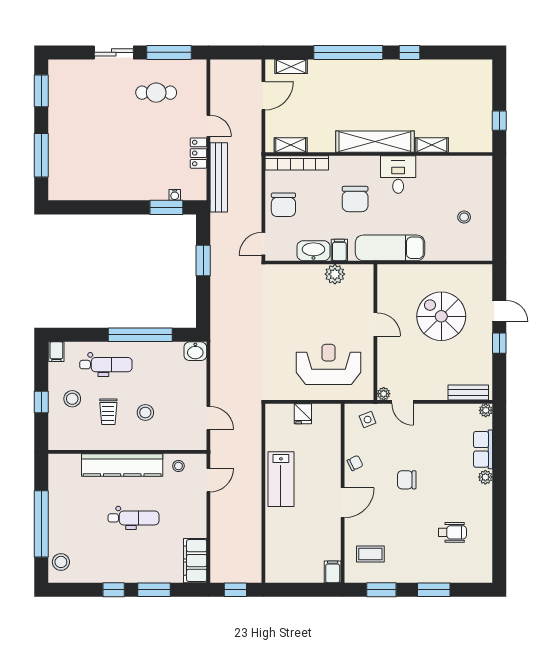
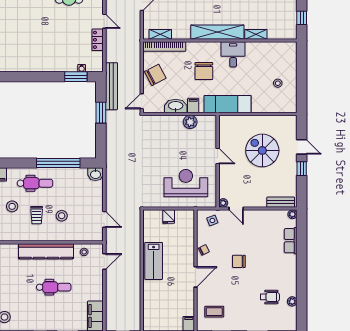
bench: (219, 177) -> (111, 86), moved
chair: (283, 205) -> (155, 75), turned -118
plant: (485, 477) -> (292, 301), moved

